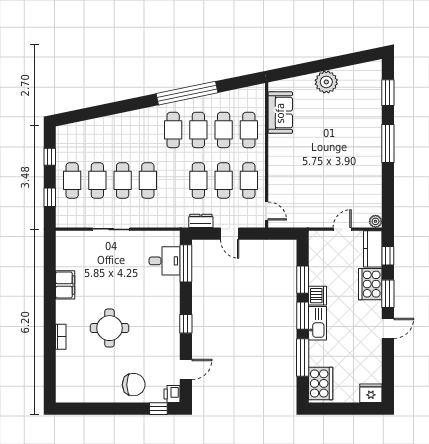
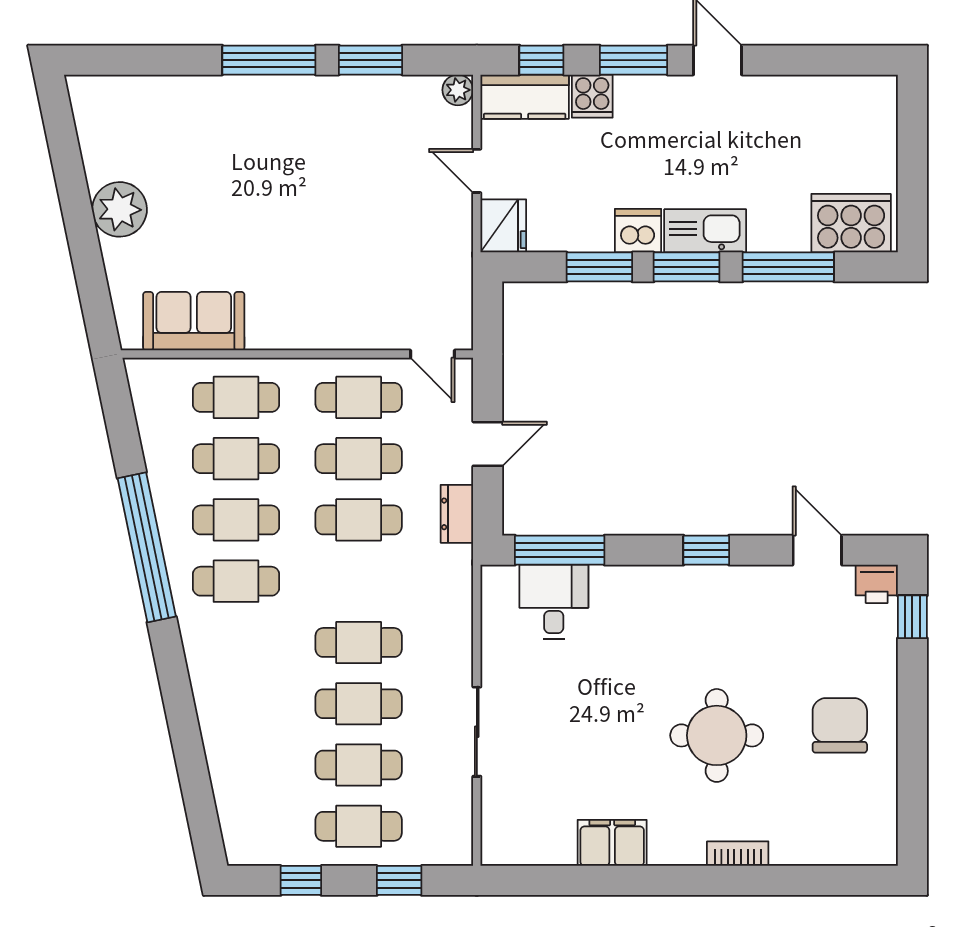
window: (388, 93) -> (371, 60), moved
door: (267, 211) -> (433, 354), swing flipped
cooker: (370, 284) -> (592, 96), width x0.53, depth x0.76
chair: (134, 385) -> (840, 725), moved
fridge: (371, 393) -> (503, 226), moved, turned 180

